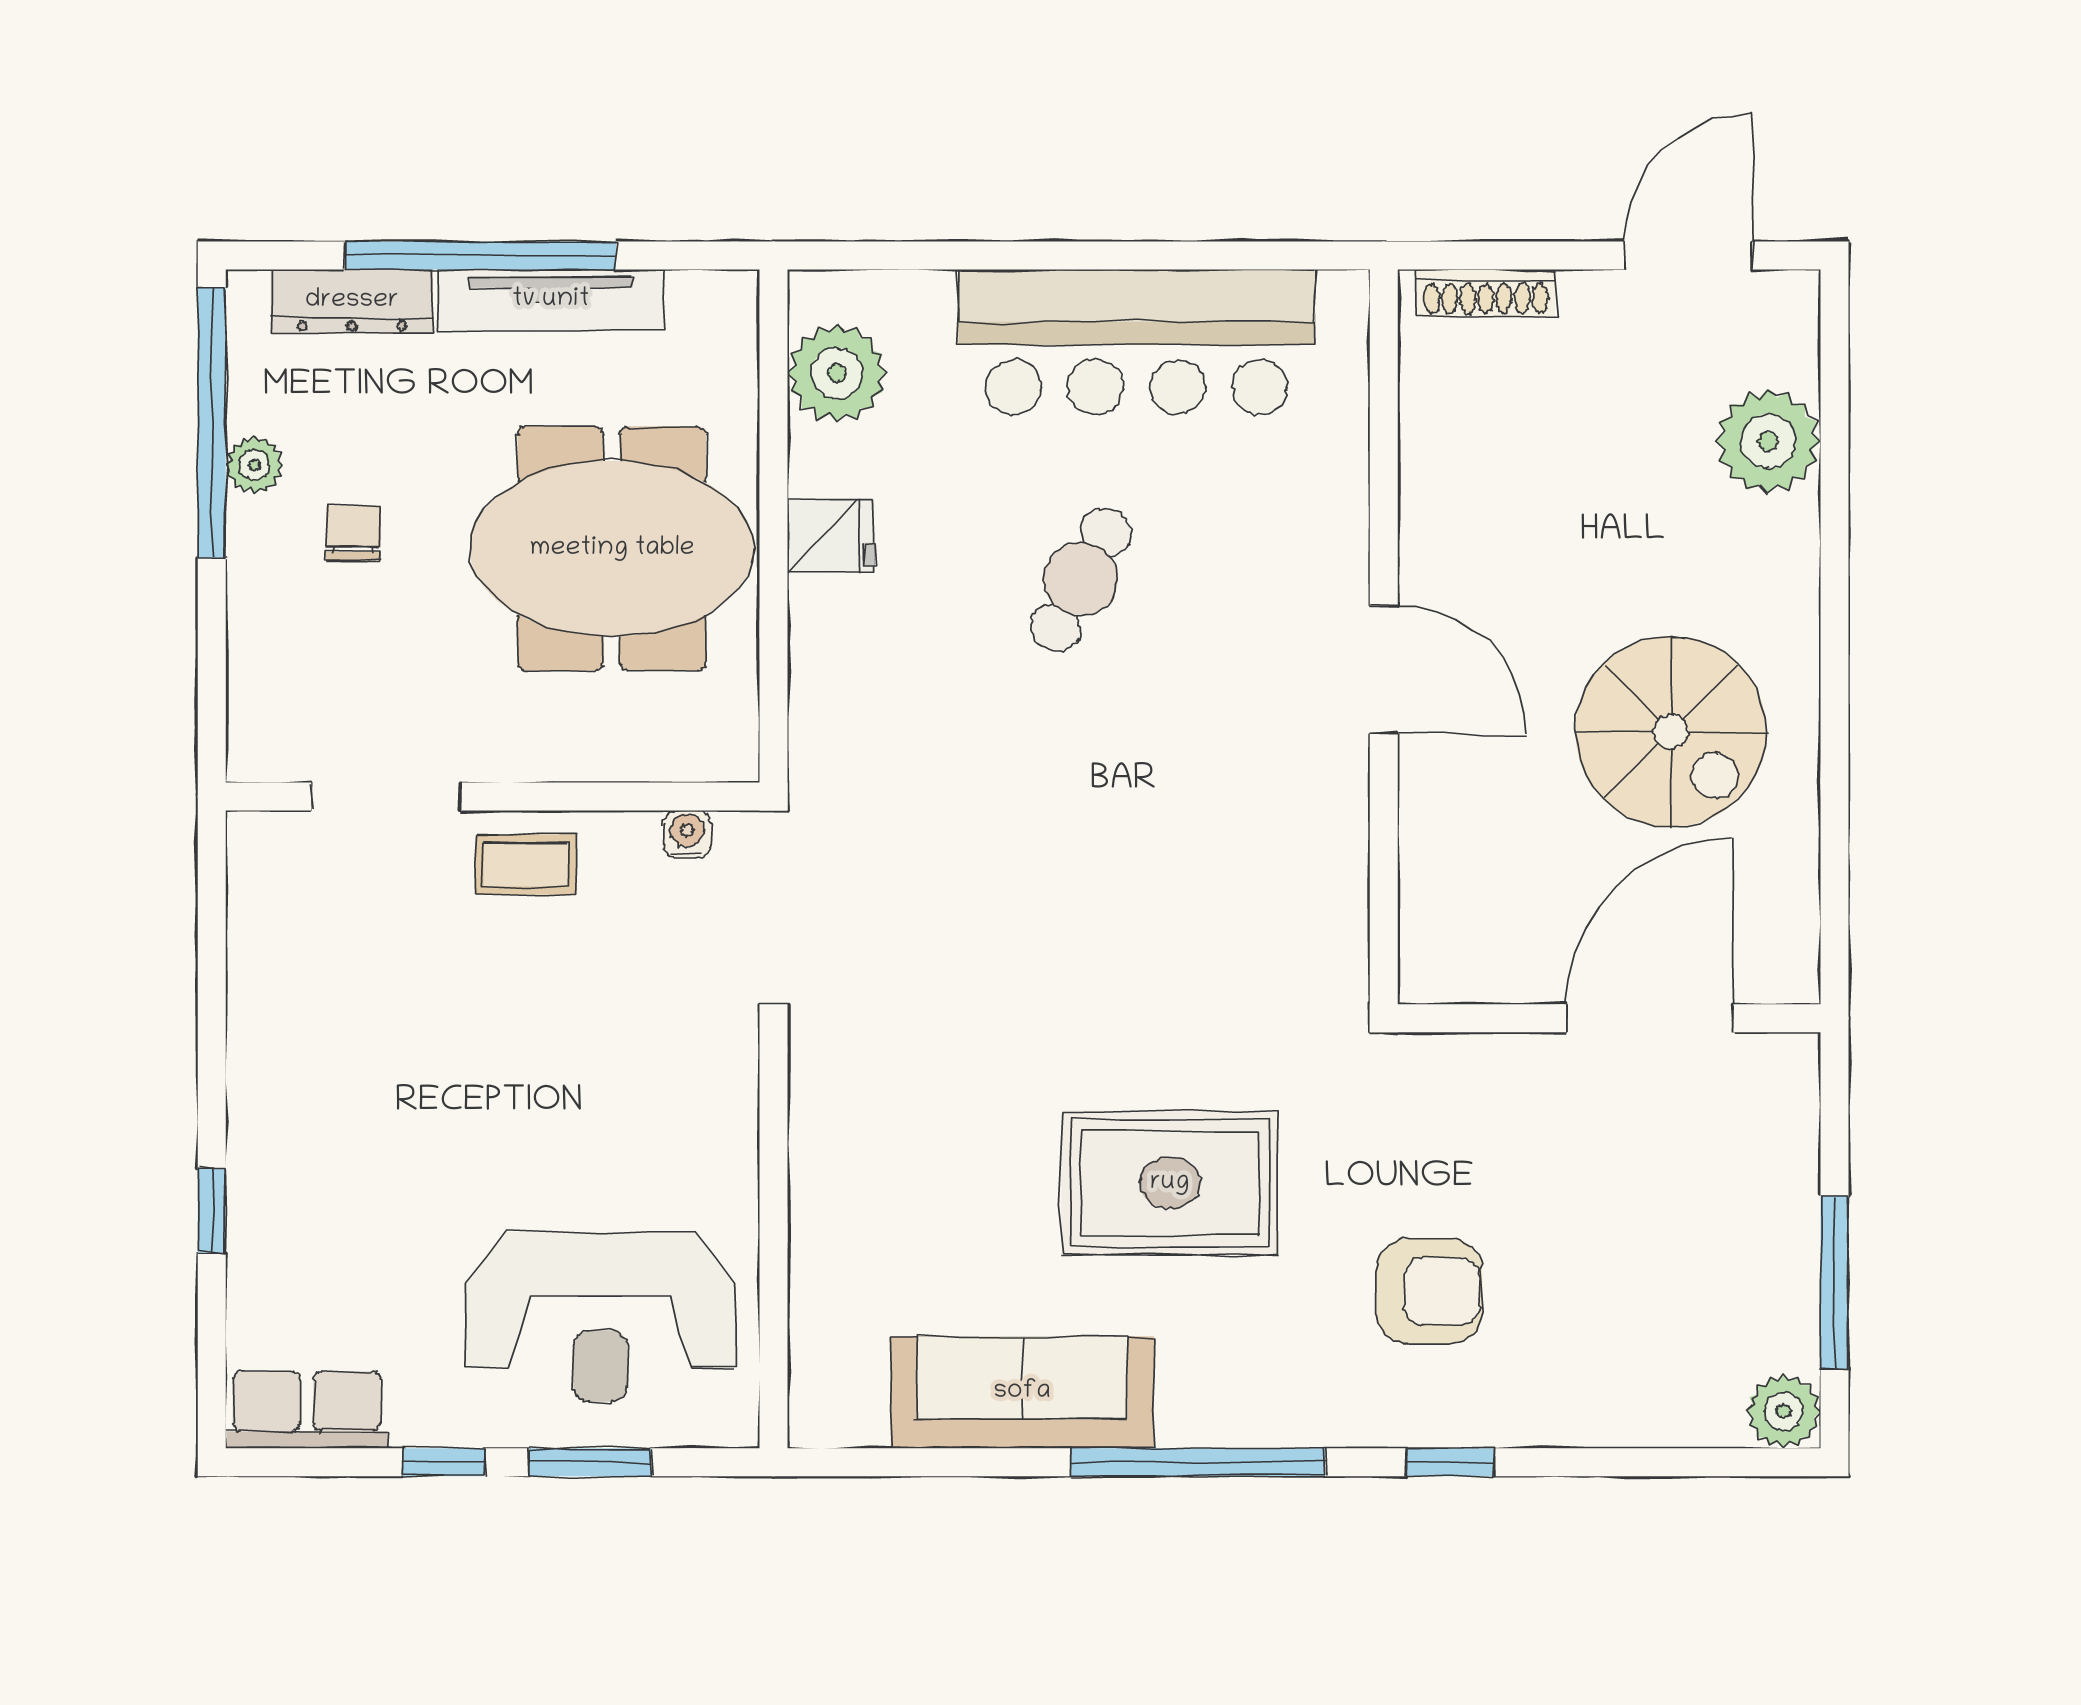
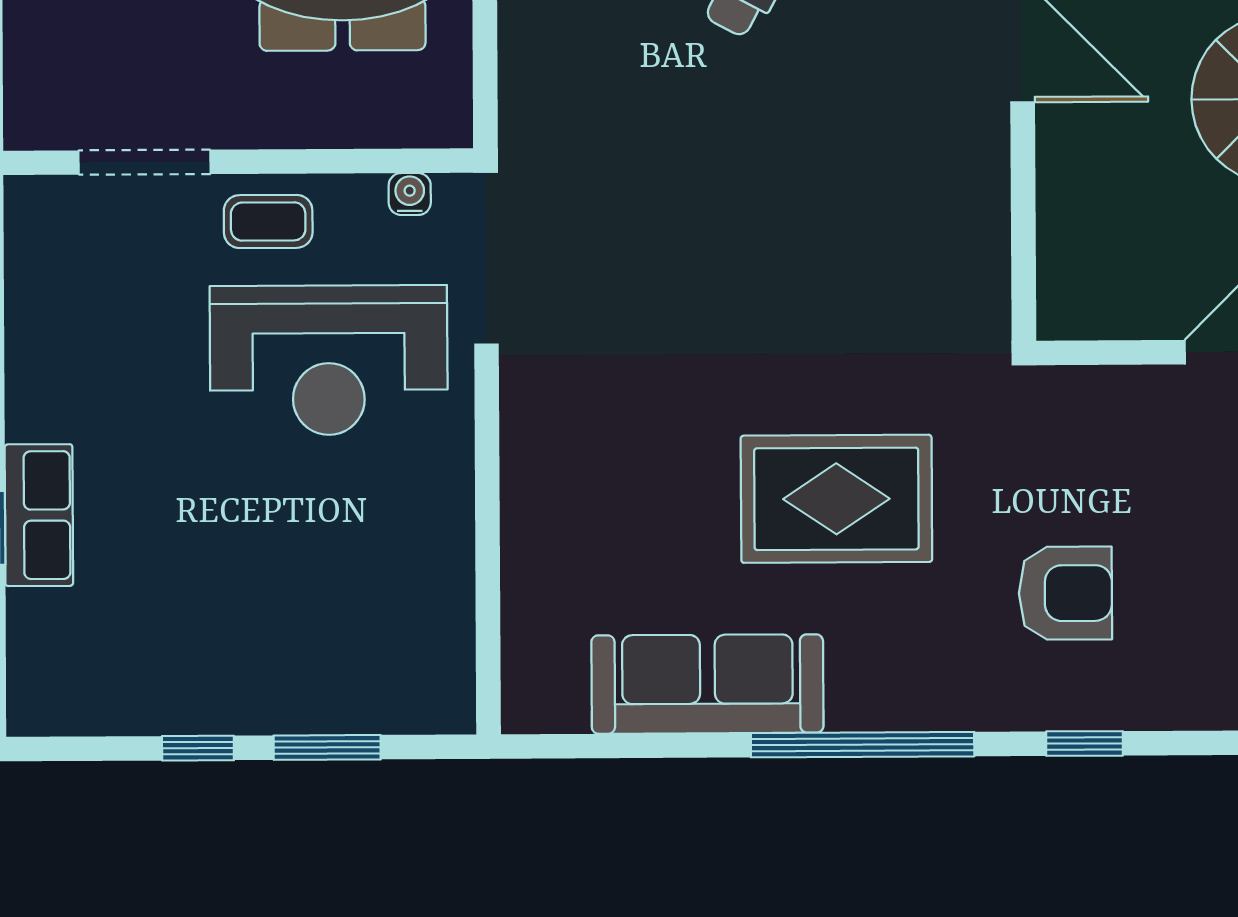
reception desk: (600, 1317) -> (329, 360), moved
row of seats: (307, 1410) -> (39, 515), moved, turned 90

